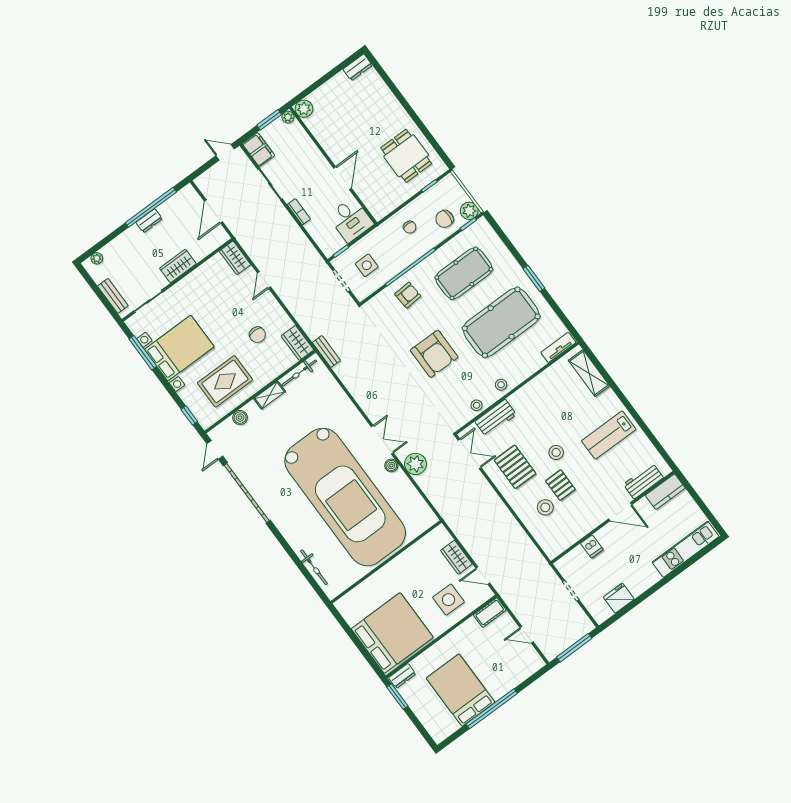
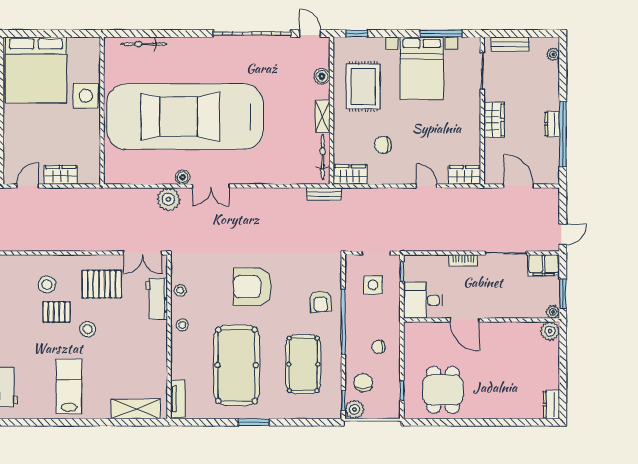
dining table: (406, 156) -> (443, 390), turned 90
side table: (449, 600) -> (86, 96), moved

